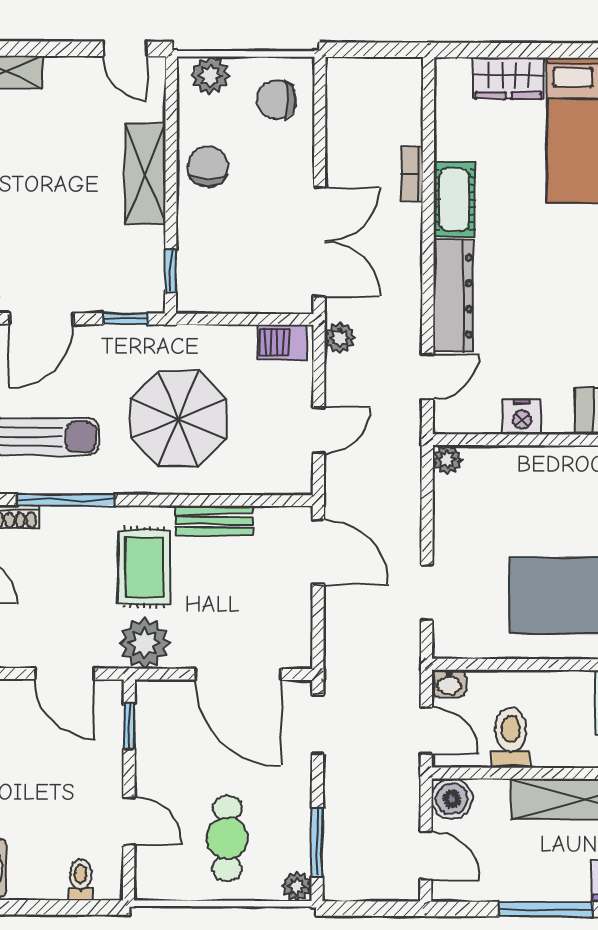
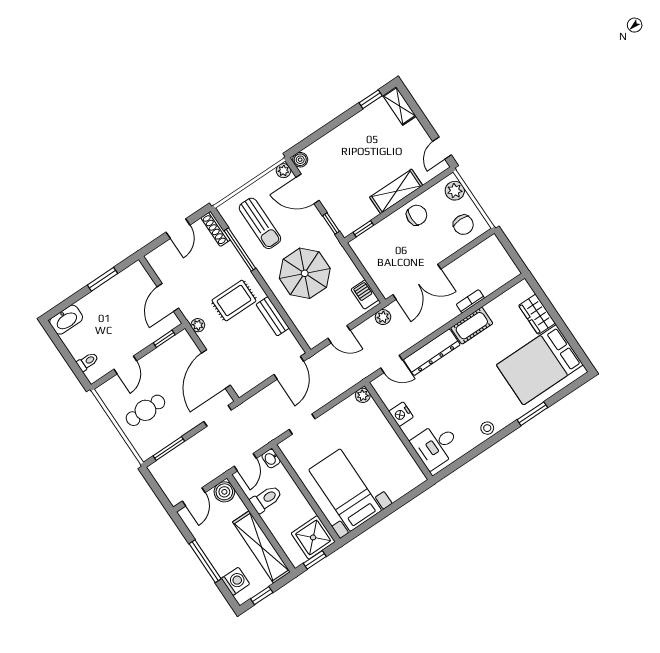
chair: (277, 100) -> (463, 225), turned 180
plant: (144, 643) -> (198, 325), width x0.53, depth x0.53
plant: (297, 886) -> (145, 452), removed

